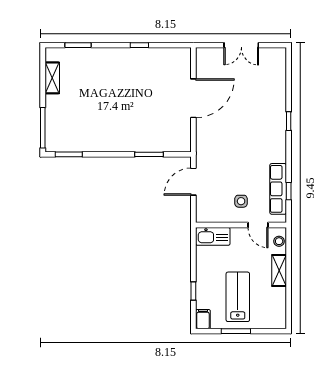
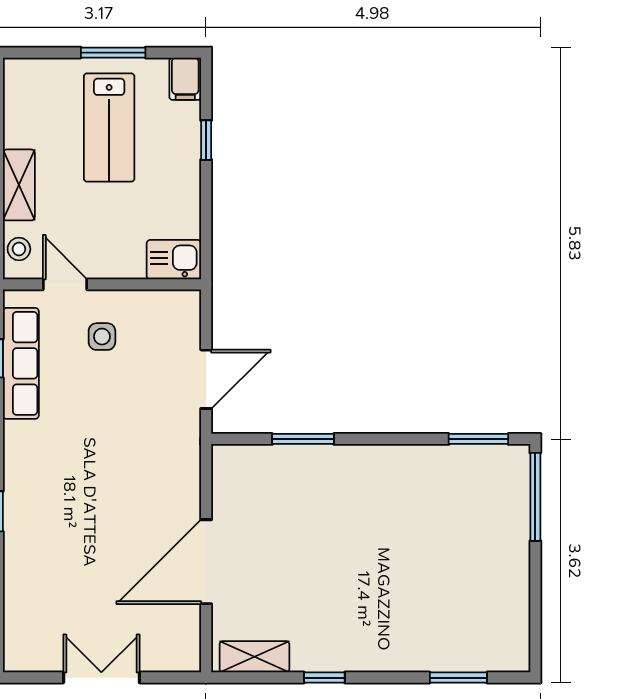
shelving: (52, 78) -> (254, 657), moved, turned 90
kitchen sink: (213, 236) -> (174, 260), width x0.73

